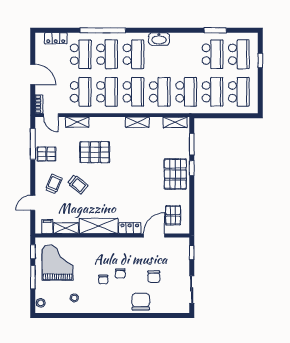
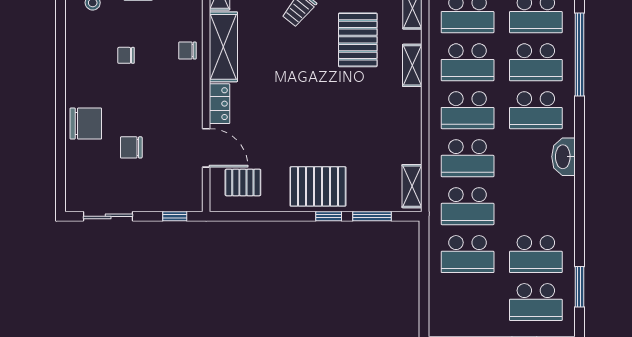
window: (215, 30) -> (579, 287), moved
school desk: (239, 92) -> (468, 302), removed
shelving: (137, 122) -> (412, 65), moved
chair: (120, 273) -> (187, 51), moved

